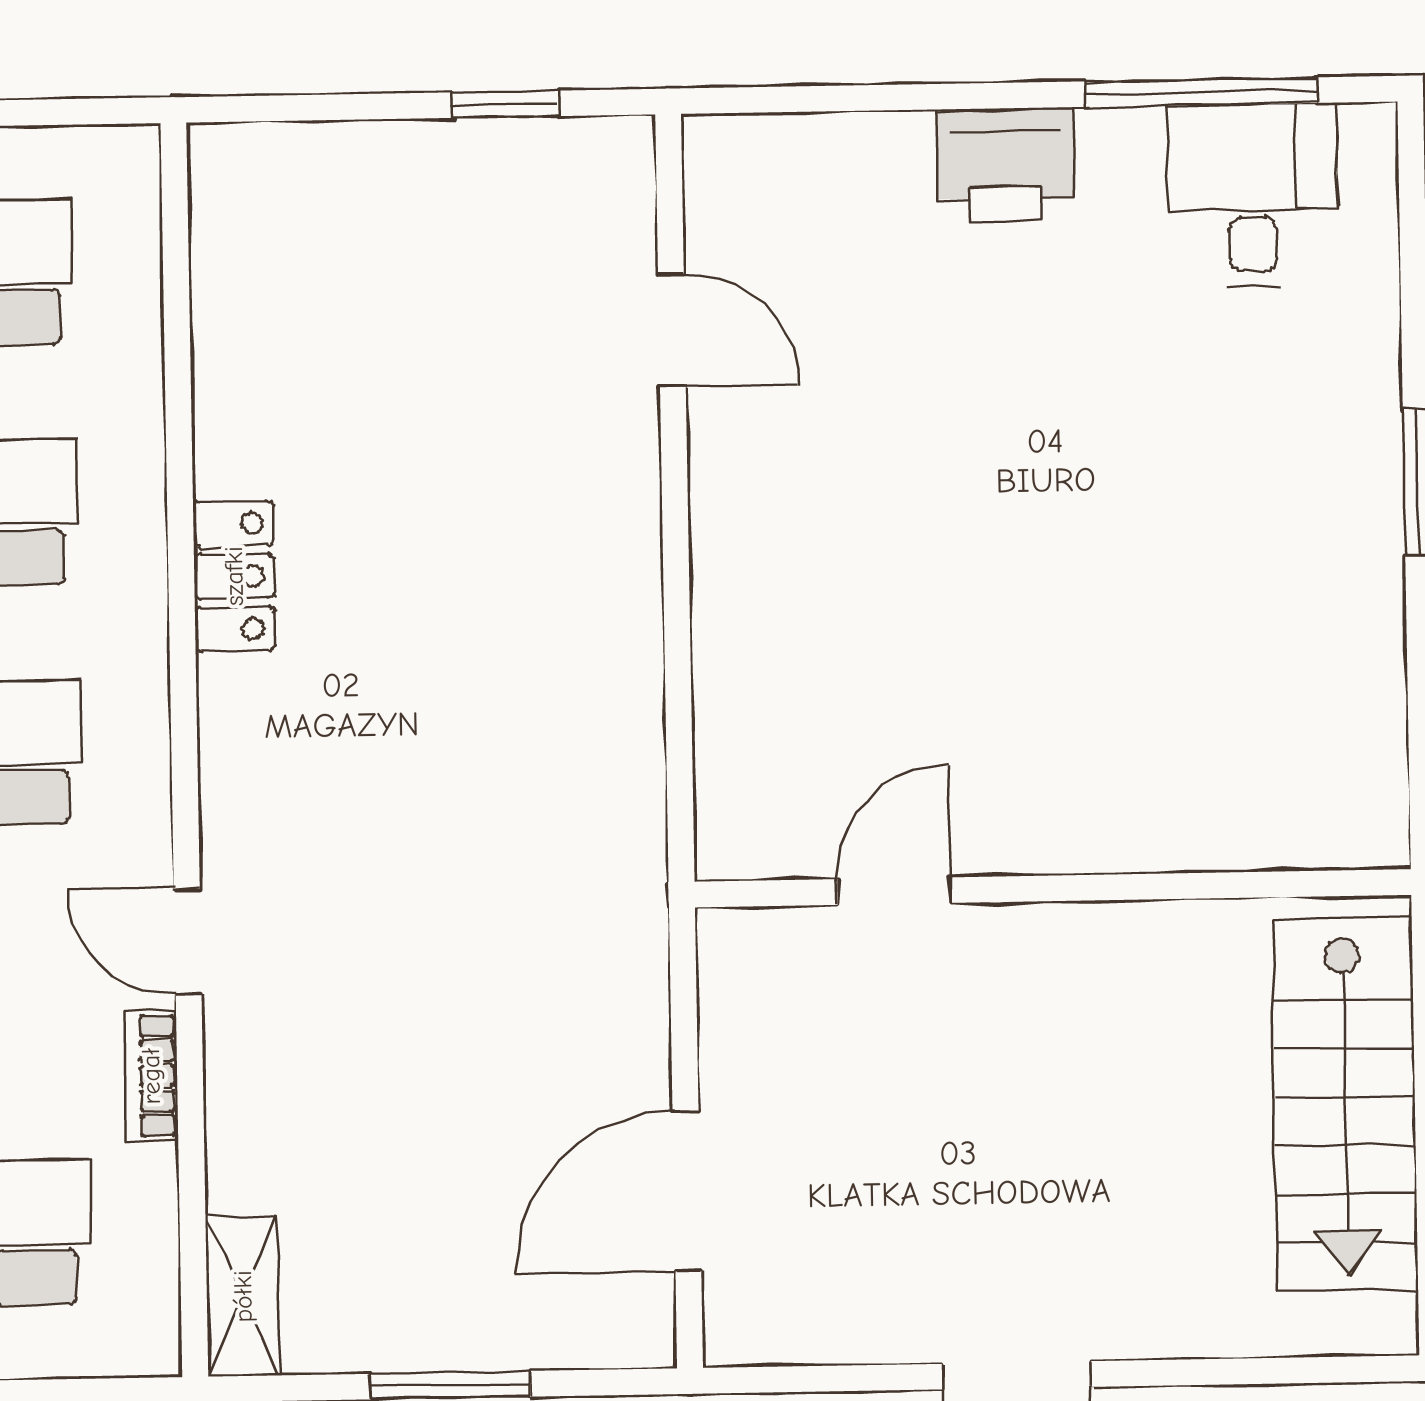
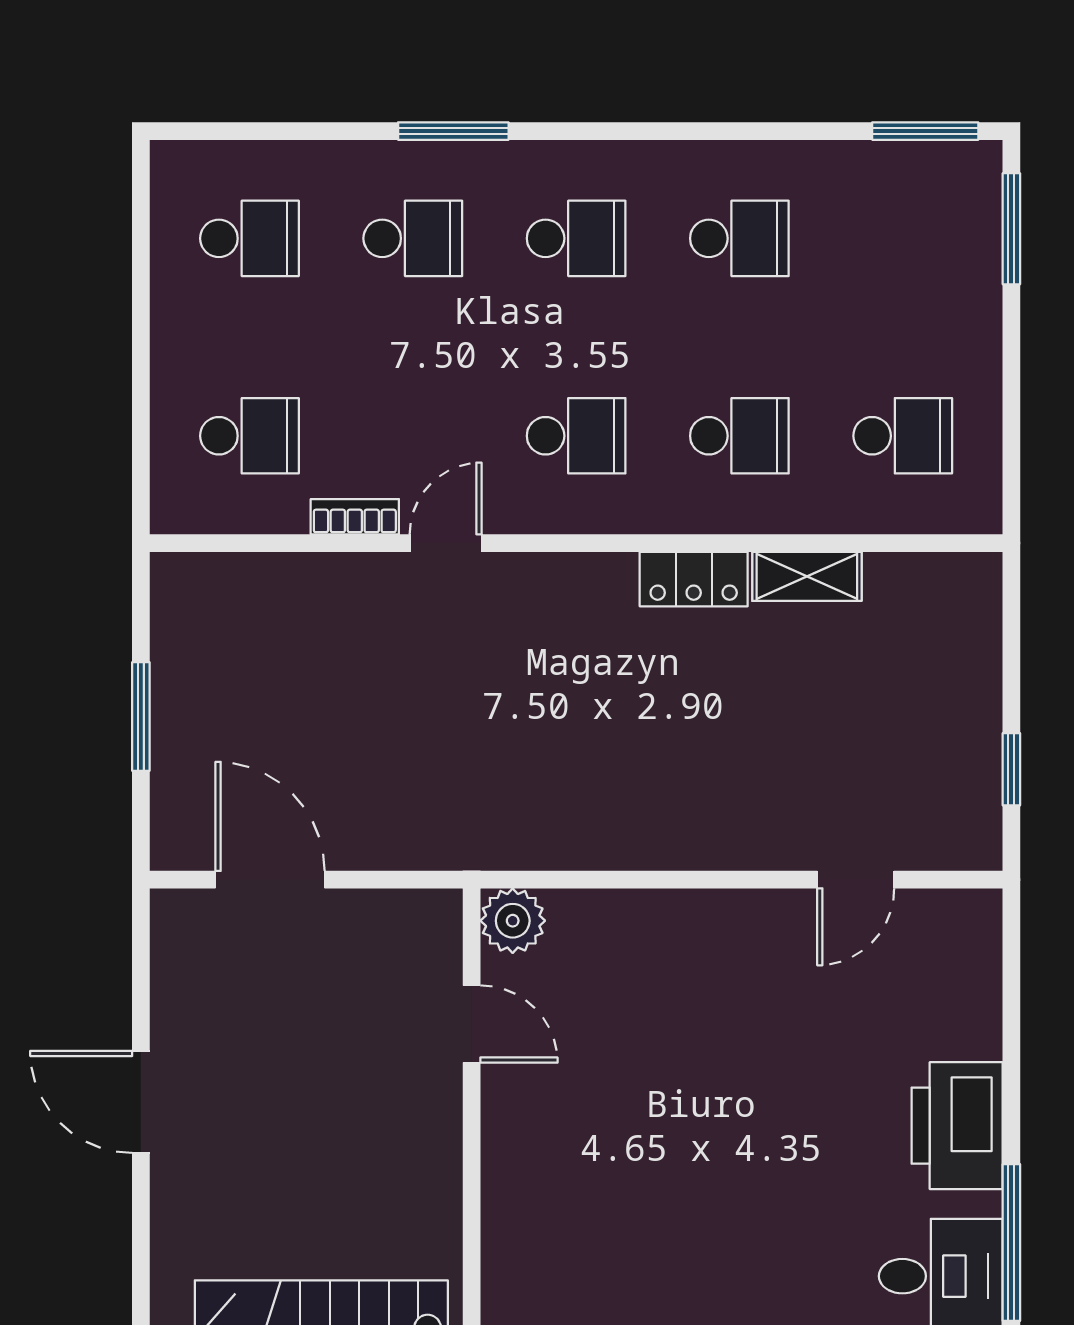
printer: (1005, 164) -> (957, 1126), width x1.37, depth x1.19
plant: (741, 833) -> (513, 921), added
shelving: (243, 1296) -> (807, 576), moved

